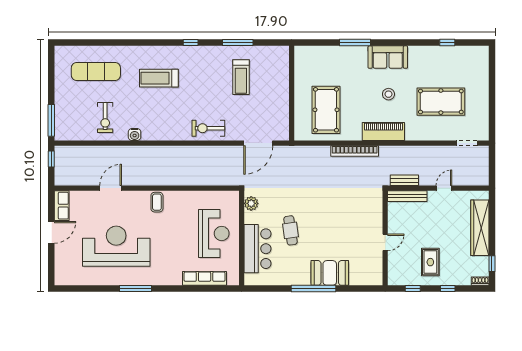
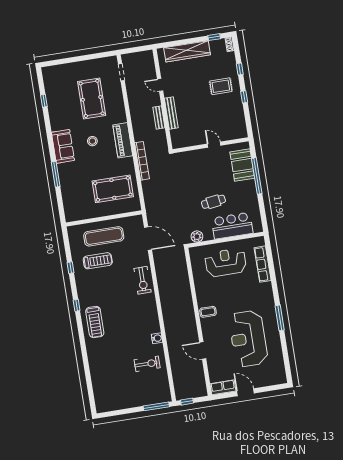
window: (238, 43) -> (71, 268), width x0.46
exercise mat: (96, 72) -> (104, 236), moved, turned 90
treadmill: (159, 78) -> (95, 322), moved
wall: (385, 238) -> (211, 145), moved
door: (385, 242) -> (214, 145), moved

